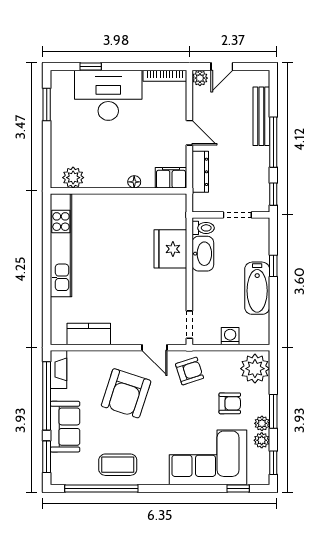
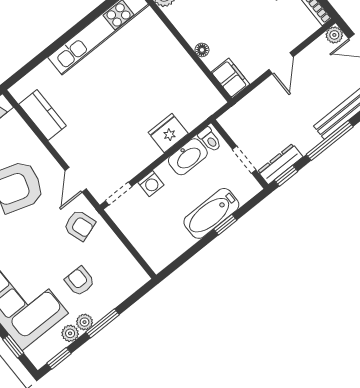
dresser: (200, 172) -> (280, 164), moved, turned 180
fridge: (170, 249) -> (168, 133), width x0.73, depth x0.75
bathtub: (257, 288) -> (211, 213), moved
washing machine: (230, 336) -> (151, 184), moved, turned 90
plant: (255, 369) -> (126, 279), removed
armchair: (230, 403) -> (80, 281), turned 180

